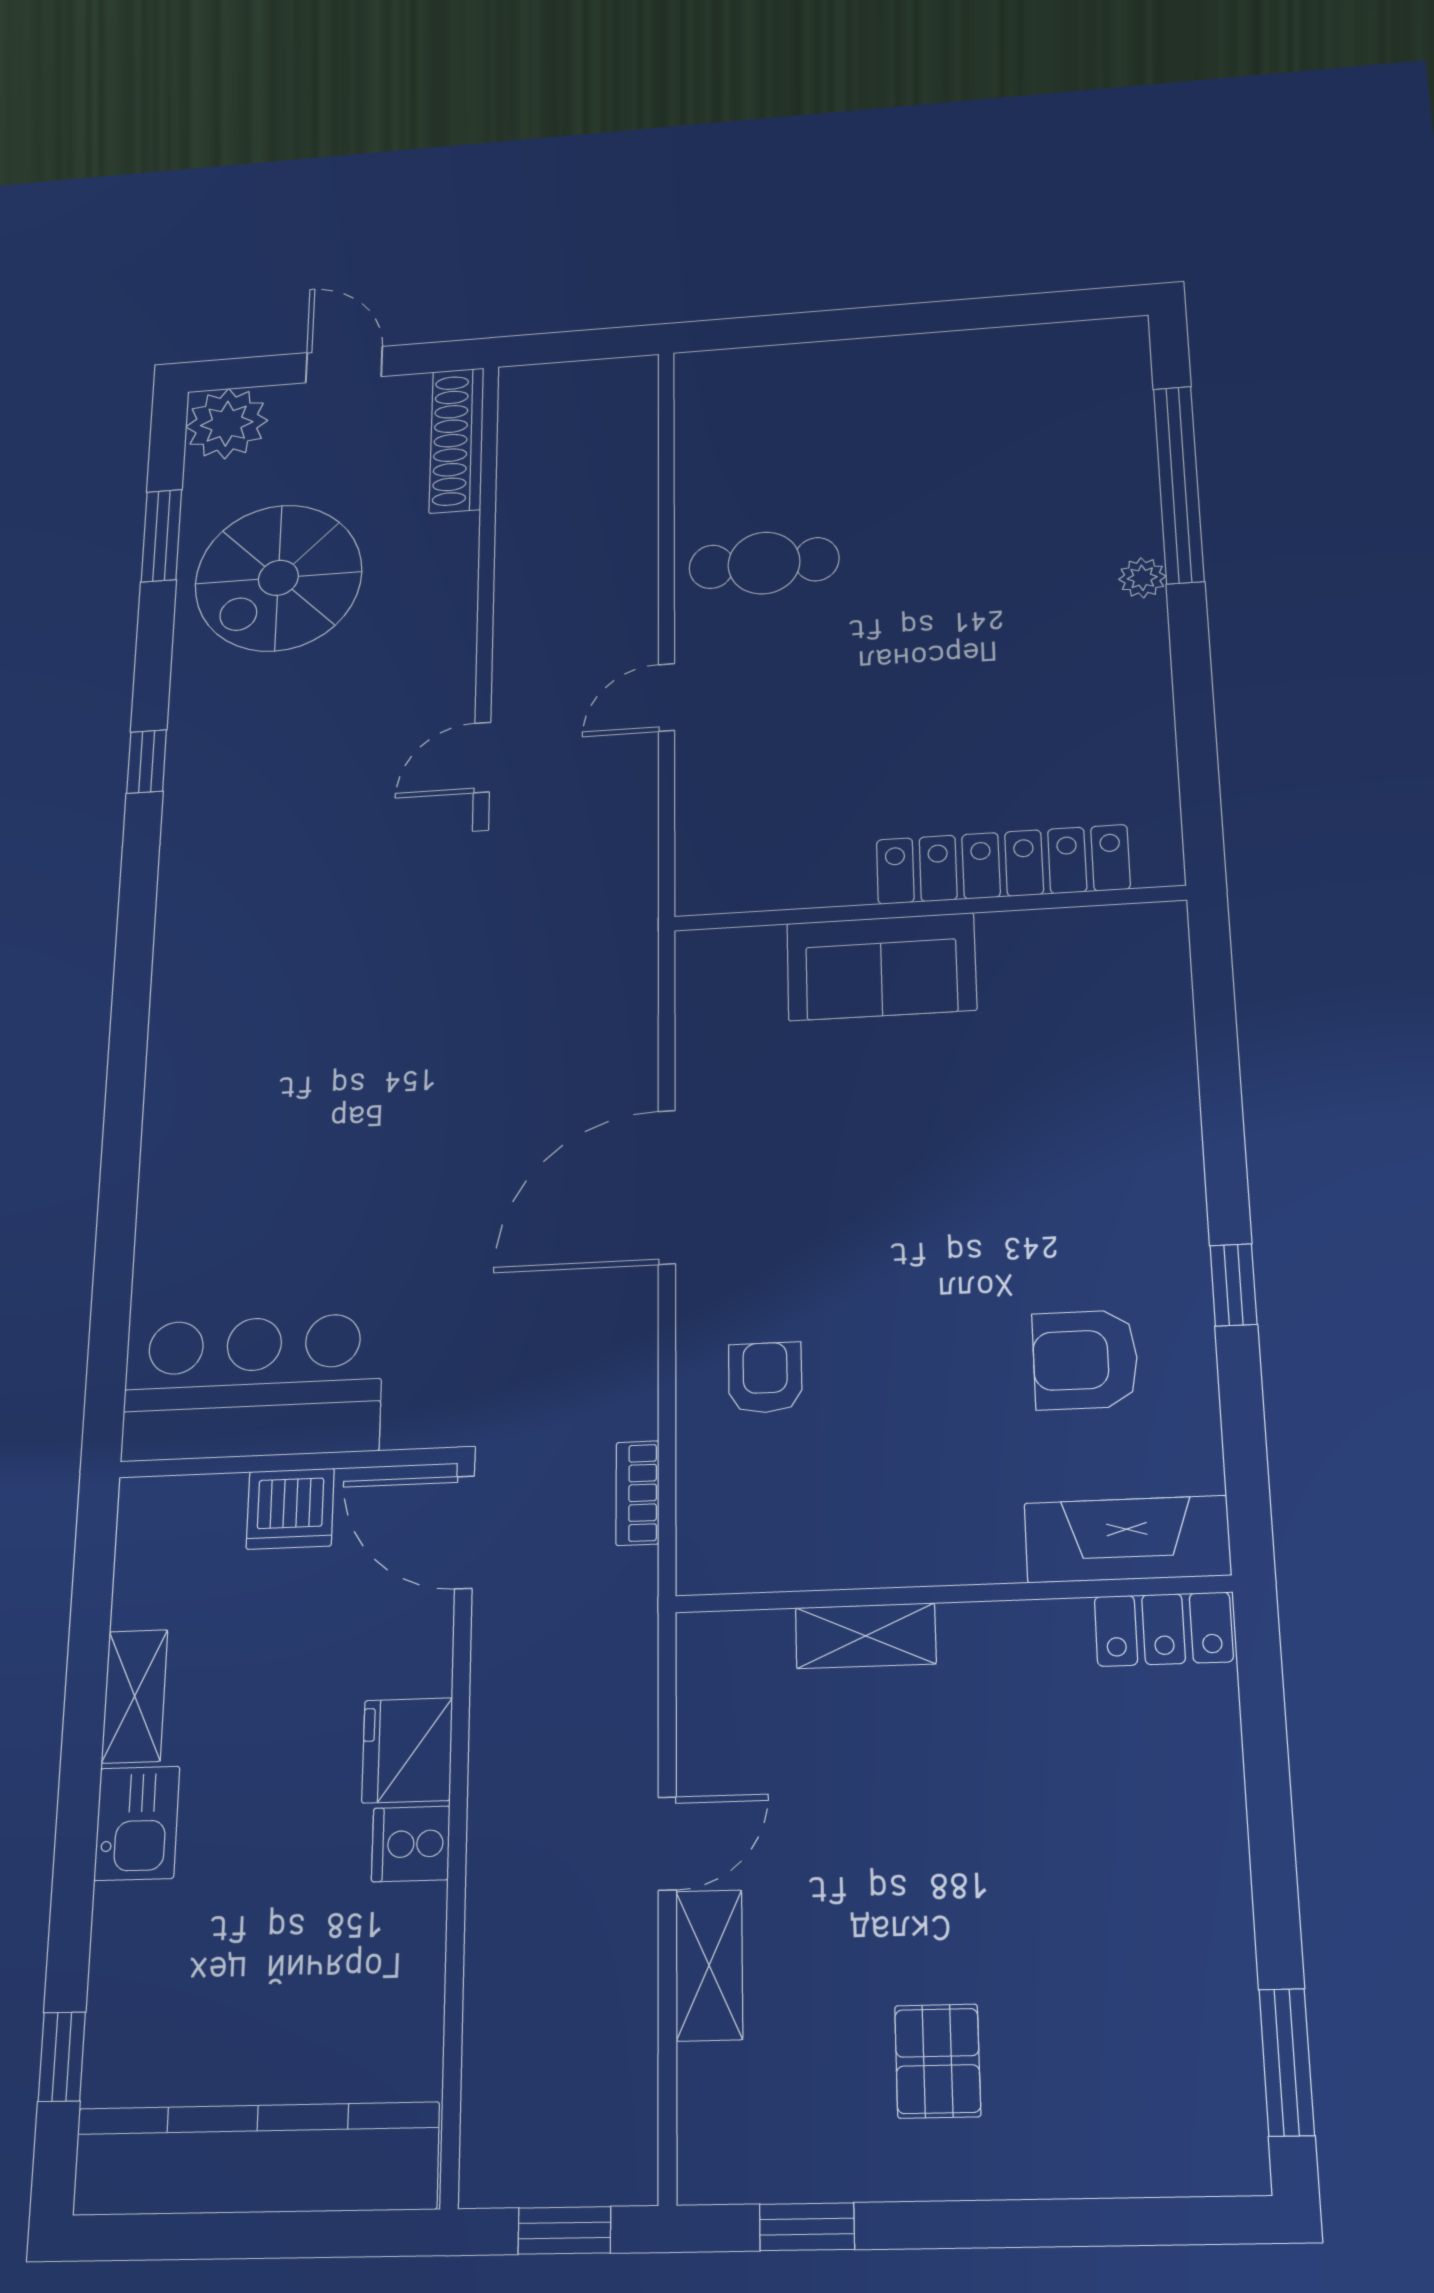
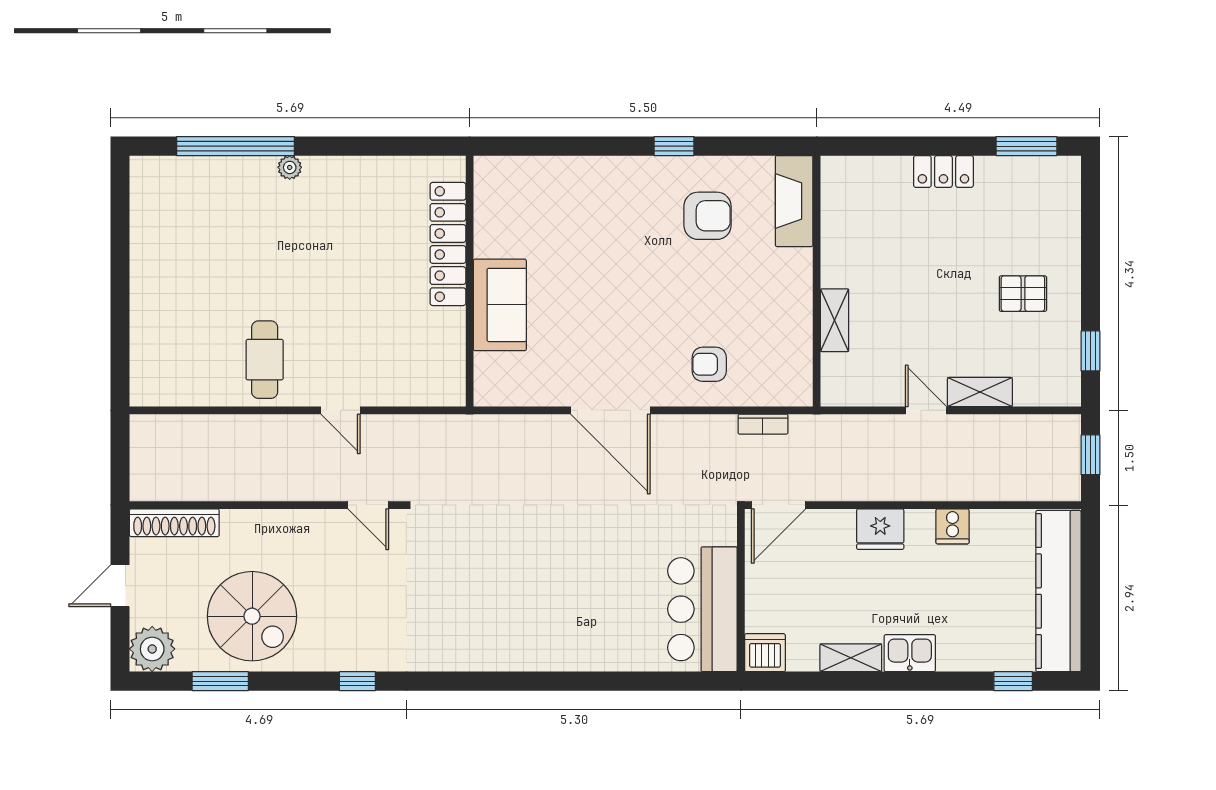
armchair: (1085, 1360) -> (708, 216), turned -90
dishwasher: (290, 1509) -> (765, 653), moved, turned -90
locker: (1164, 1629) -> (943, 172), moved, turned 90
cooker: (411, 1844) -> (952, 526), moved

